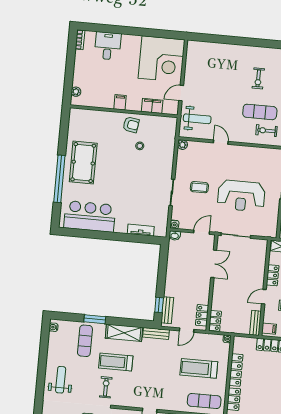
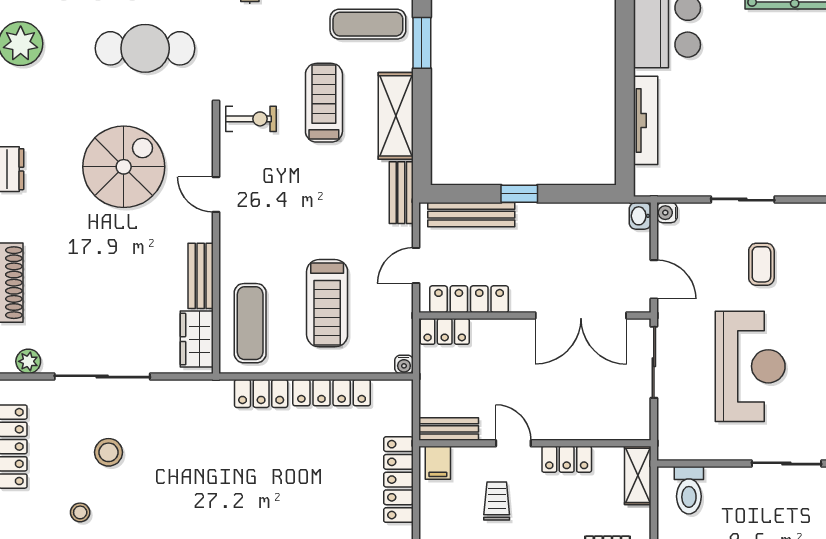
reception desk: (241, 196) -> (750, 366), turned 180
tv unit: (141, 230) -> (646, 120), width x1.41
double door: (214, 264) -> (581, 316), width x1.37
window: (159, 305) -> (519, 194), moved
bench: (167, 310) -> (471, 215), width x1.36
locker: (202, 315) -> (469, 299), width x1.53
door: (187, 330) -> (416, 266), hinge flipped
treadmill: (199, 368) -> (327, 303), turned 180
exercise bike: (106, 387) -> (251, 119), moved

